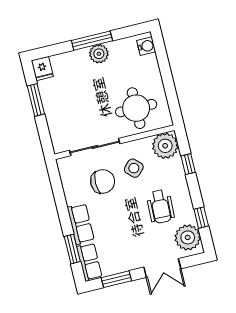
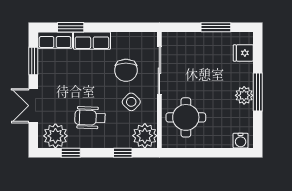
fridge: (42, 69) -> (243, 53), moved

